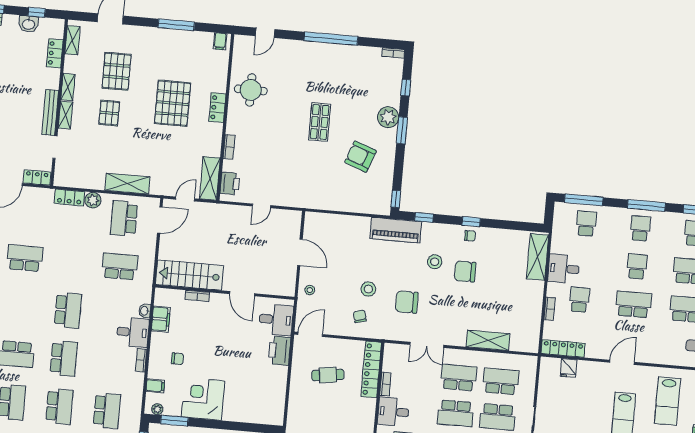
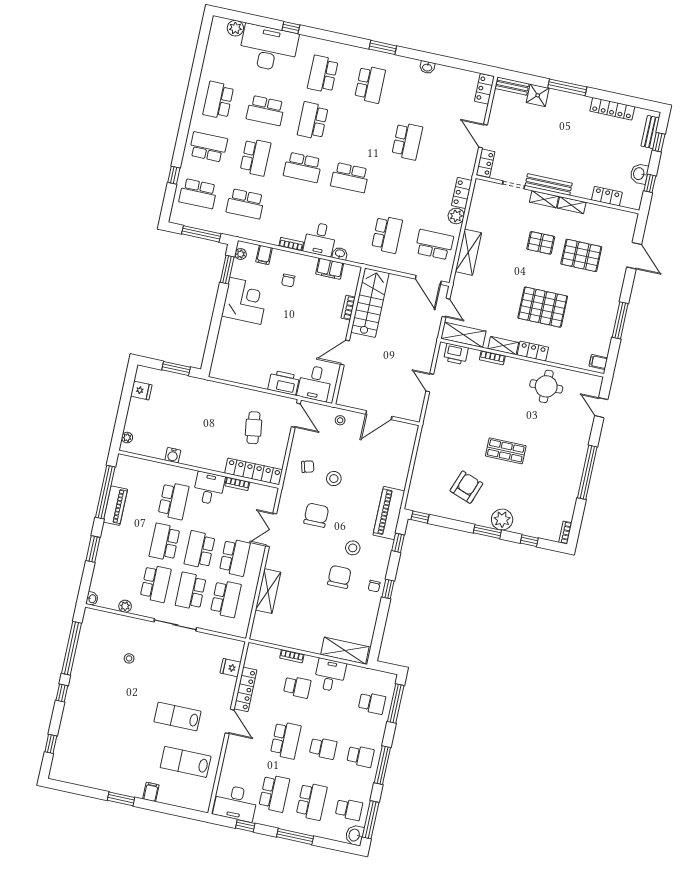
shelving: (72, 40) -> (503, 346), moved
locker: (563, 348) -> (245, 689), moved
school desk: (59, 406) -> (255, 157), turned -90

